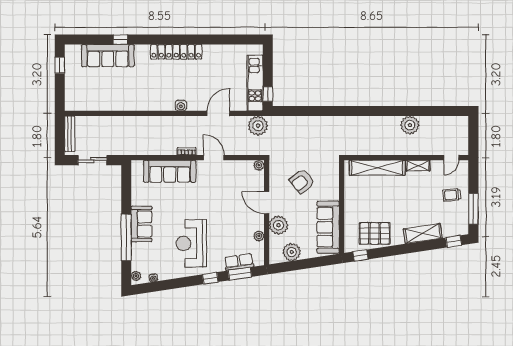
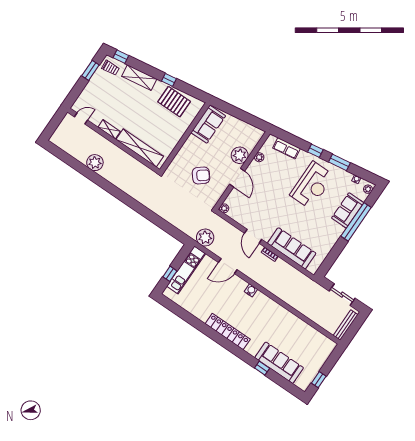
window: (268, 94) -> (170, 274), moved
trolley: (452, 195) -> (111, 68), moved
window: (473, 209) -> (90, 70), width x0.69
sofa: (141, 224) -> (348, 210), moved
sofa: (328, 227) -> (208, 124), width x0.73
plant: (292, 252) -> (243, 129), removed
window: (360, 256) -> (169, 80), moved
window: (240, 274) -> (339, 162), moved

